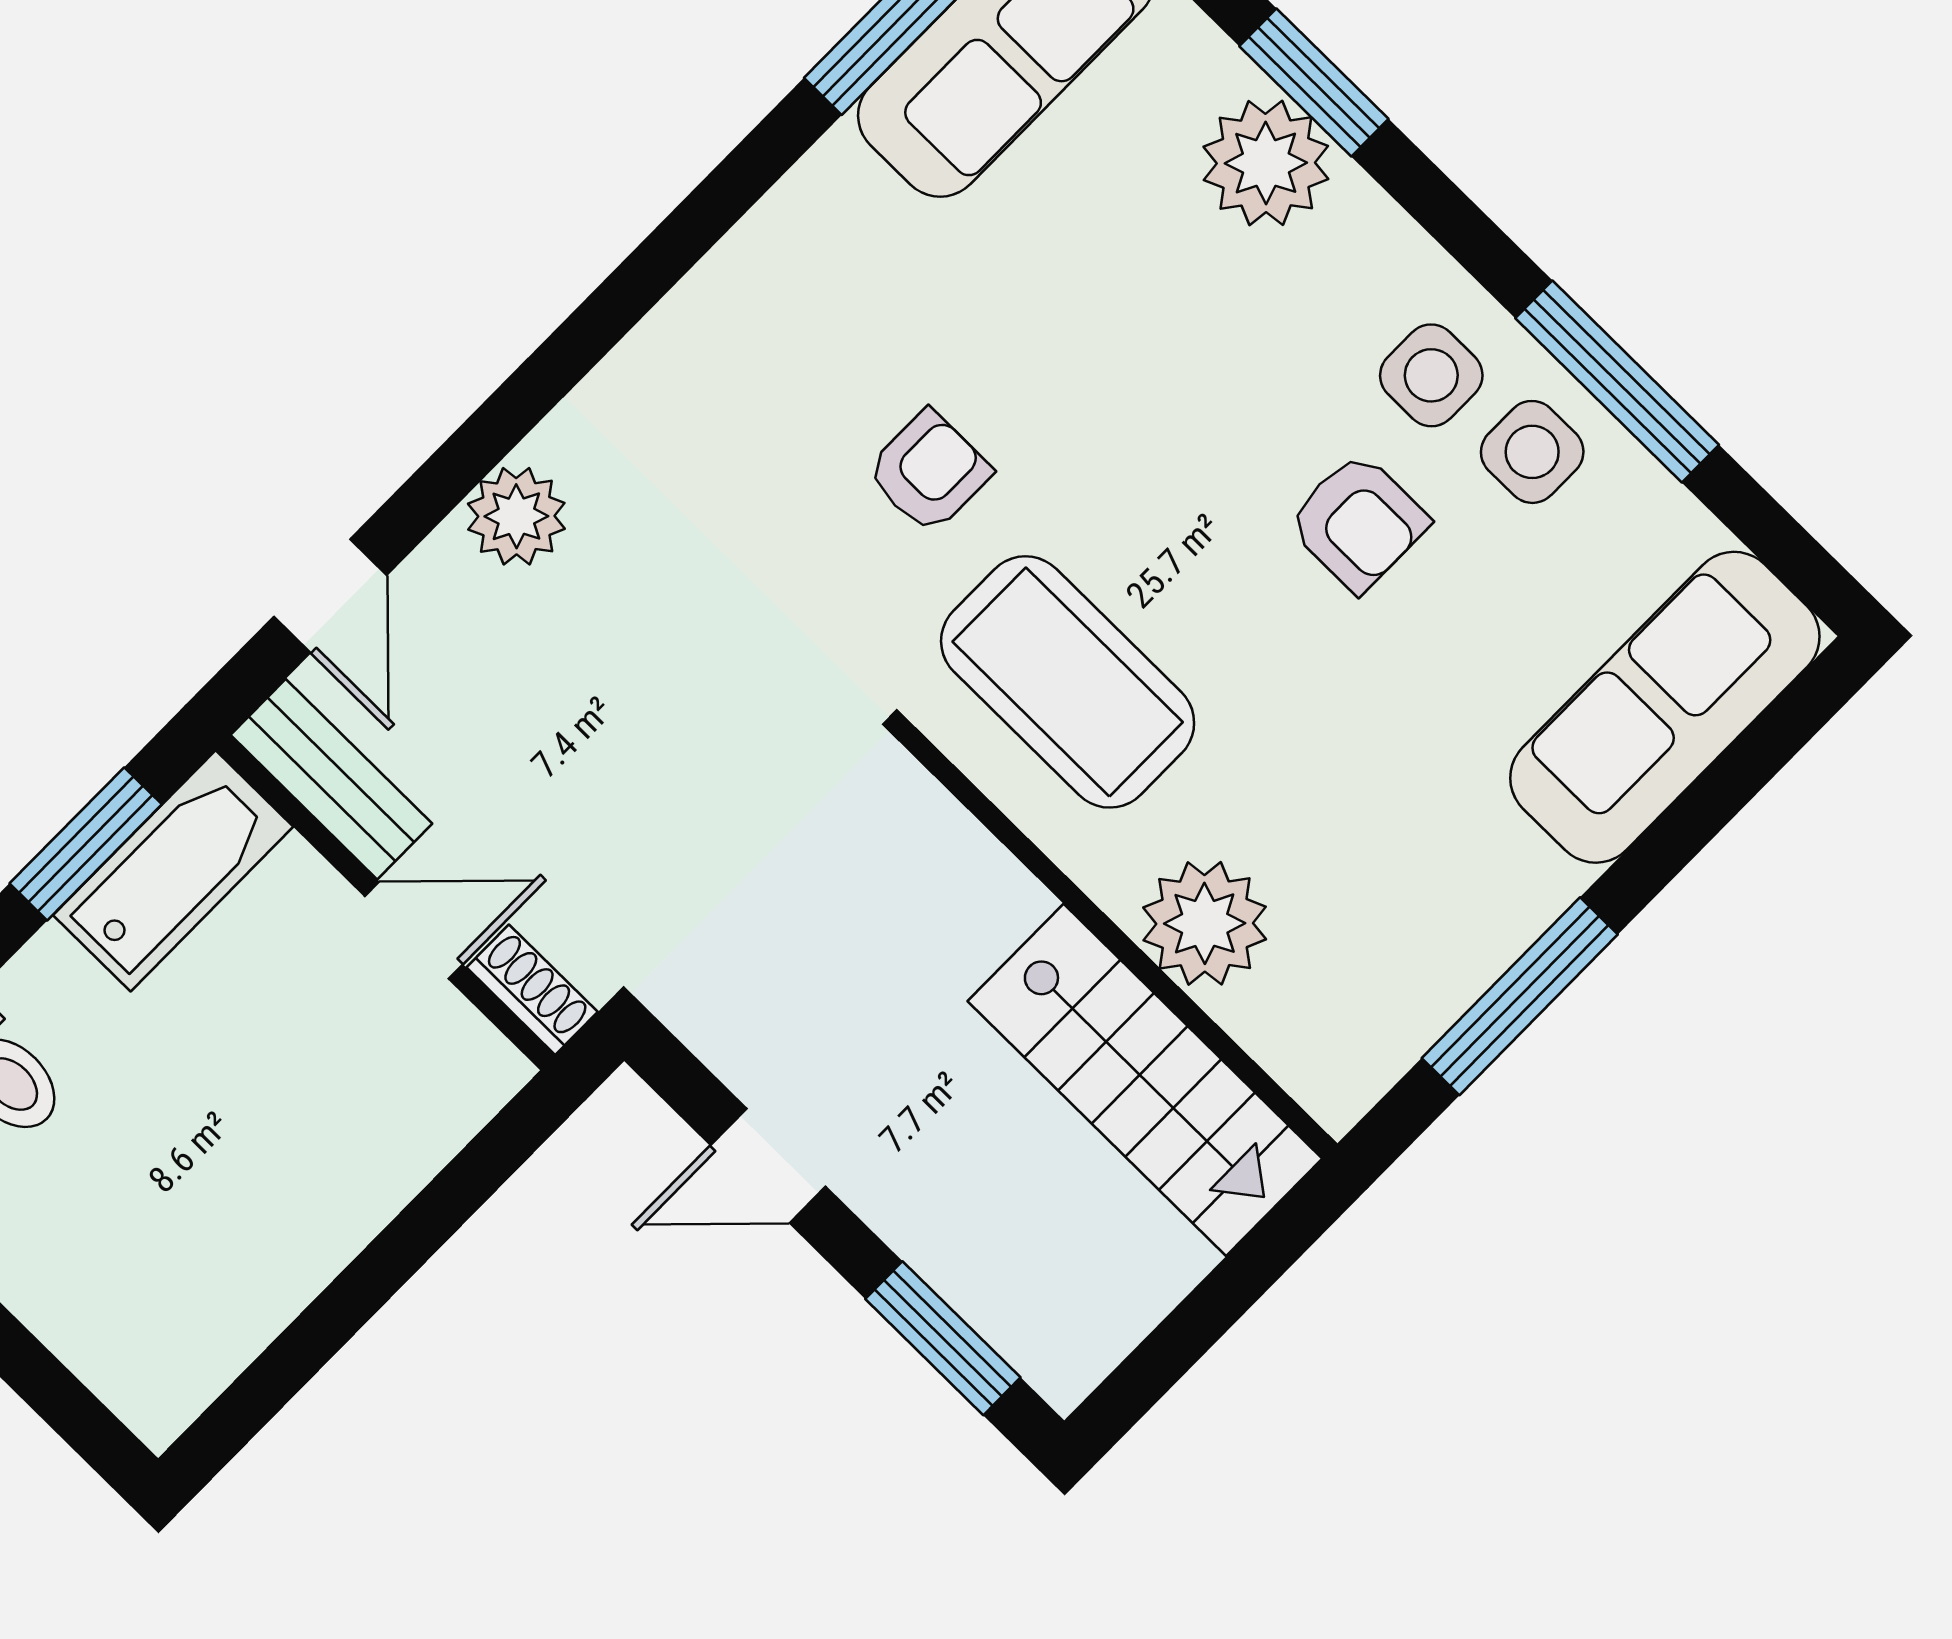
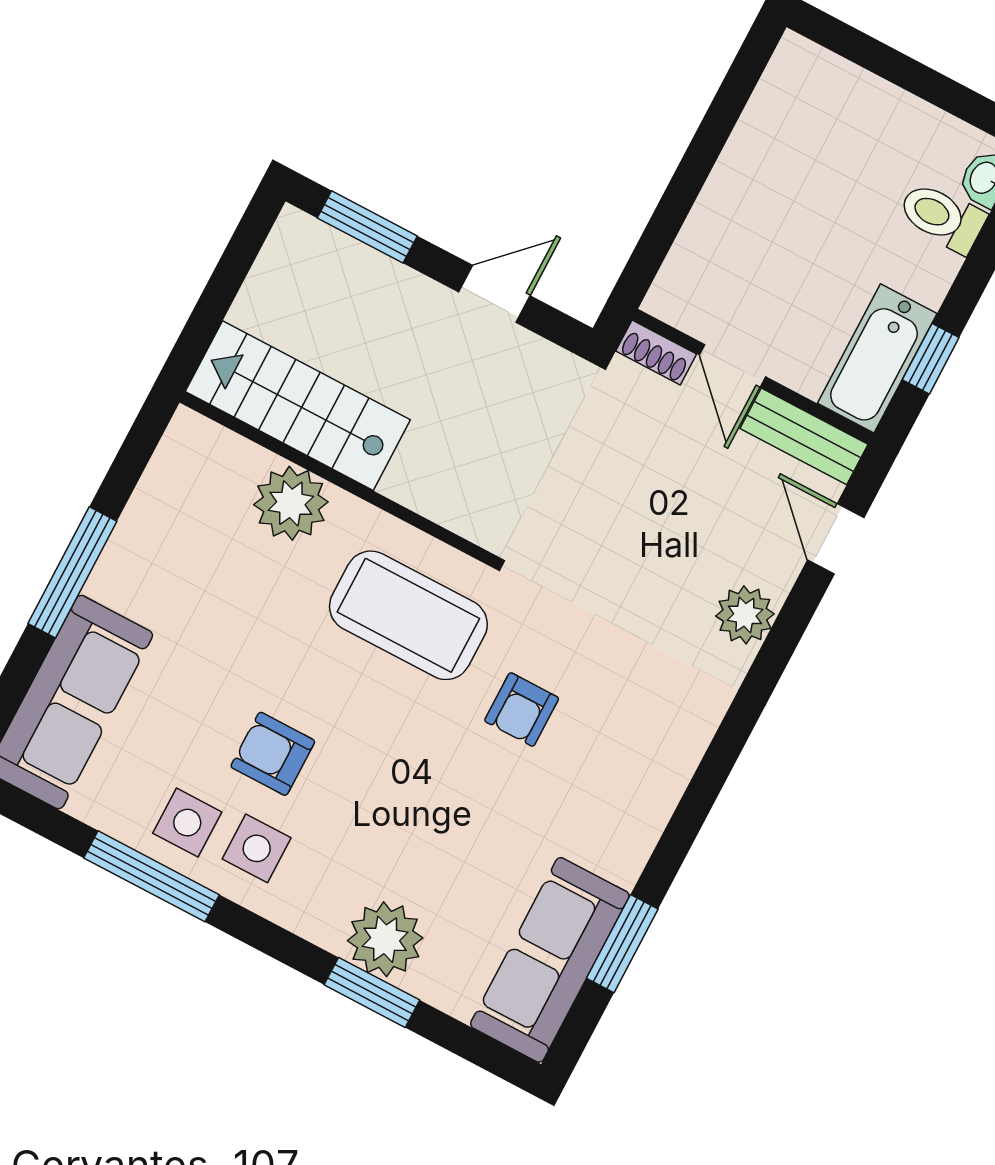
window: (86, 844) -> (931, 359), width x0.67
door: (414, 930) -> (732, 366), hinge flipped
window: (1520, 996) -> (72, 572), moved

